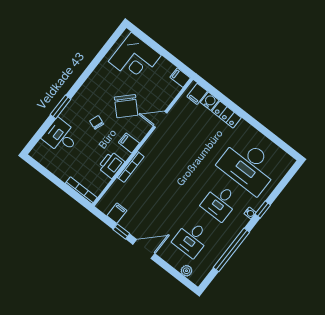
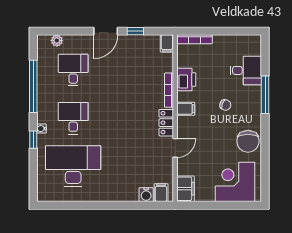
filing cabinet: (180, 78) -> (185, 189), width x2.00
chair: (126, 106) -> (248, 141), moved, turned -135
window: (61, 107) -> (265, 95), width x1.44
locker: (226, 115) -> (166, 123), moved, turned -90
filing cabinet: (117, 213) -> (167, 43), moved

